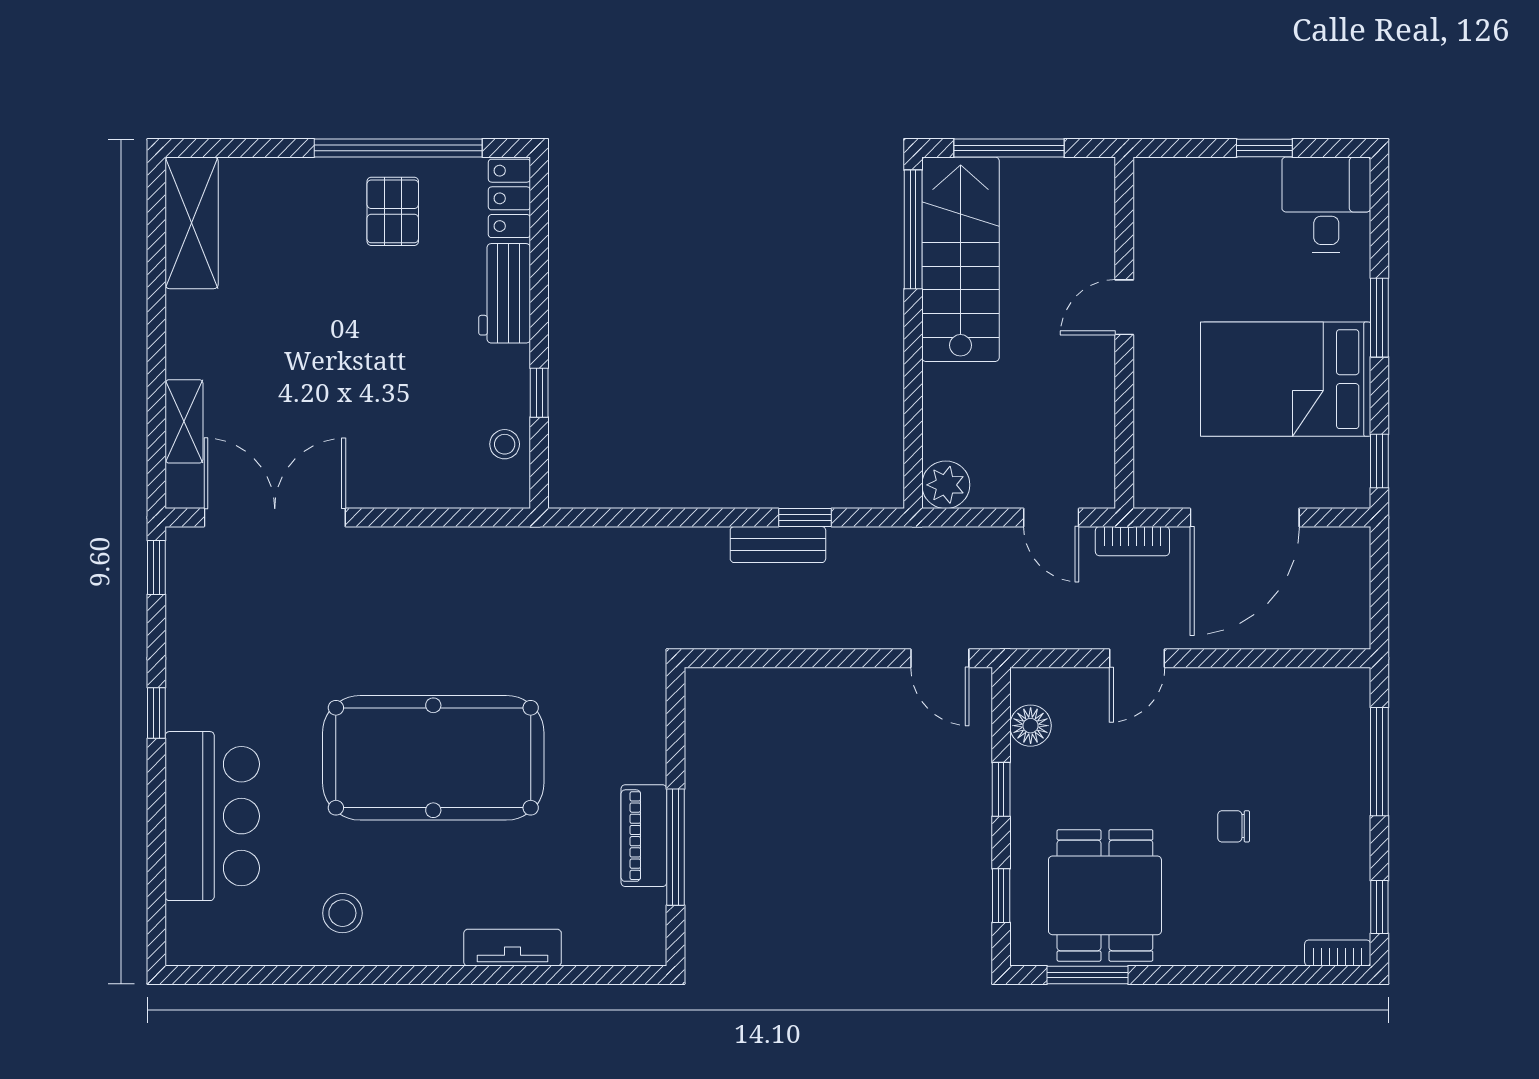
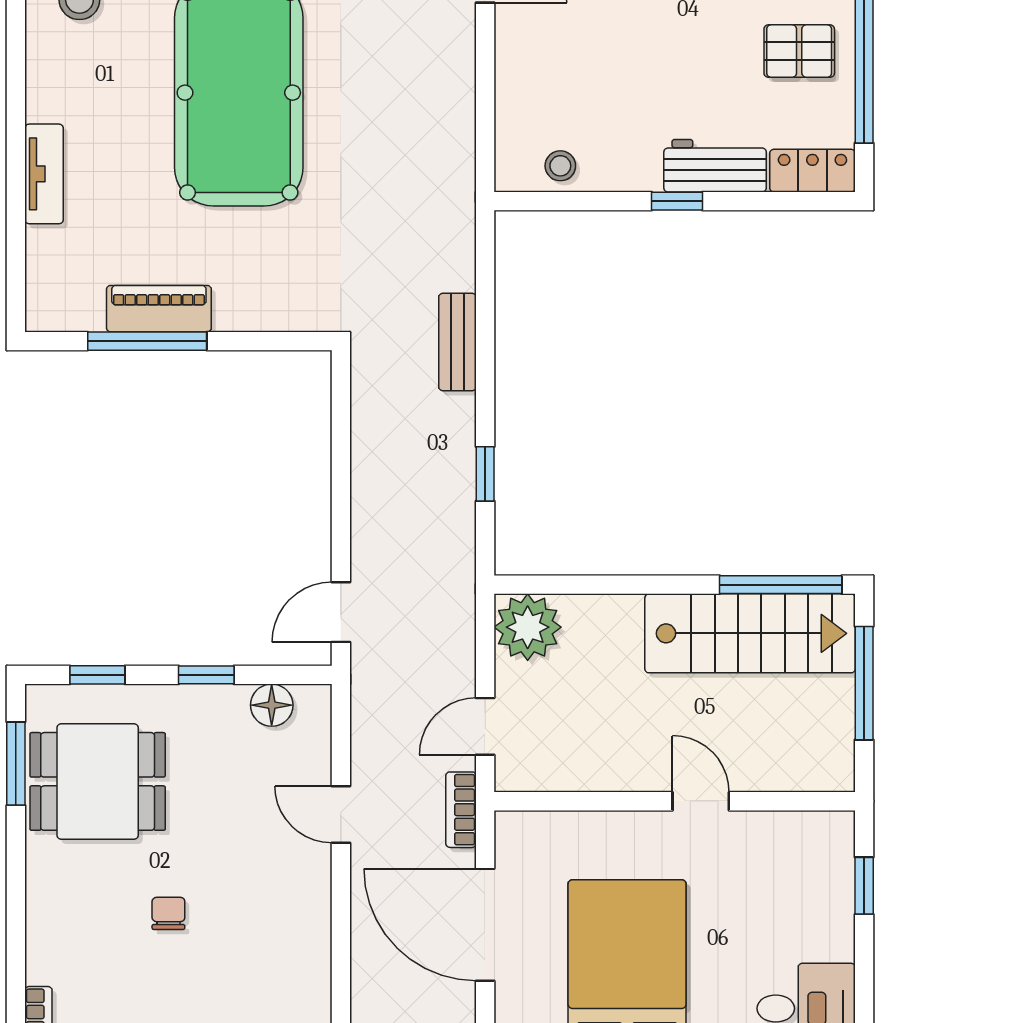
window: (1264, 148) -> (864, 886), moved
window: (539, 393) -> (677, 201), moved
plant: (946, 485) -> (528, 627), width x1.36, depth x1.36
bench: (778, 545) -> (457, 342), moved

